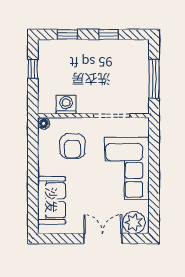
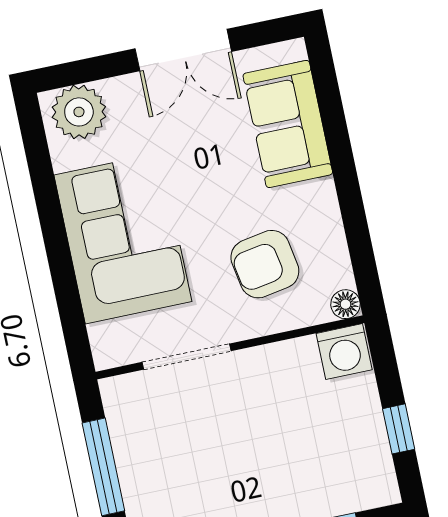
washing machine: (66, 105) -> (344, 352), moved
armchair: (72, 146) -> (265, 264), turned -100
double door: (103, 239) -> (183, 50), moved

